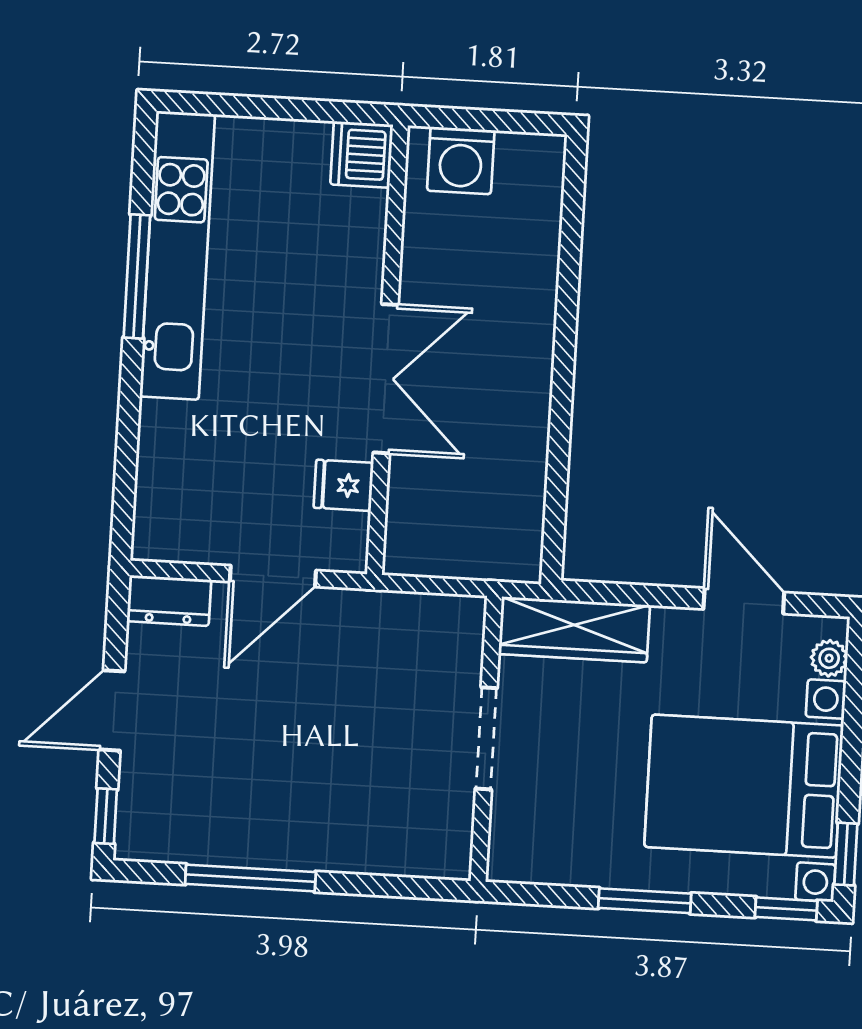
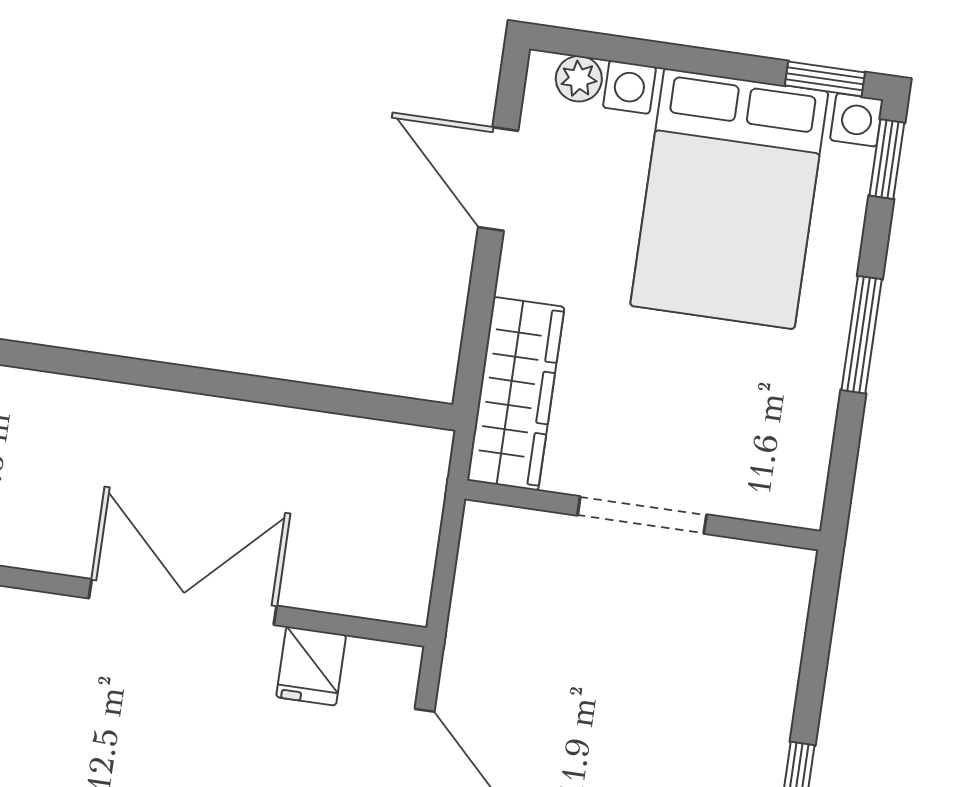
door: (744, 601) -> (498, 179), hinge flipped

